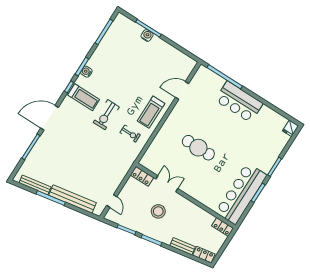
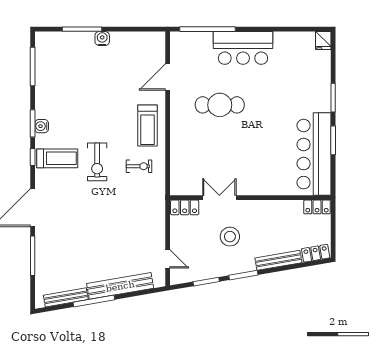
water cooler: (147, 35) -> (102, 39), moved
cafe table: (198, 148) -> (220, 105), moved
bench: (183, 246) -> (278, 260), width x1.36

